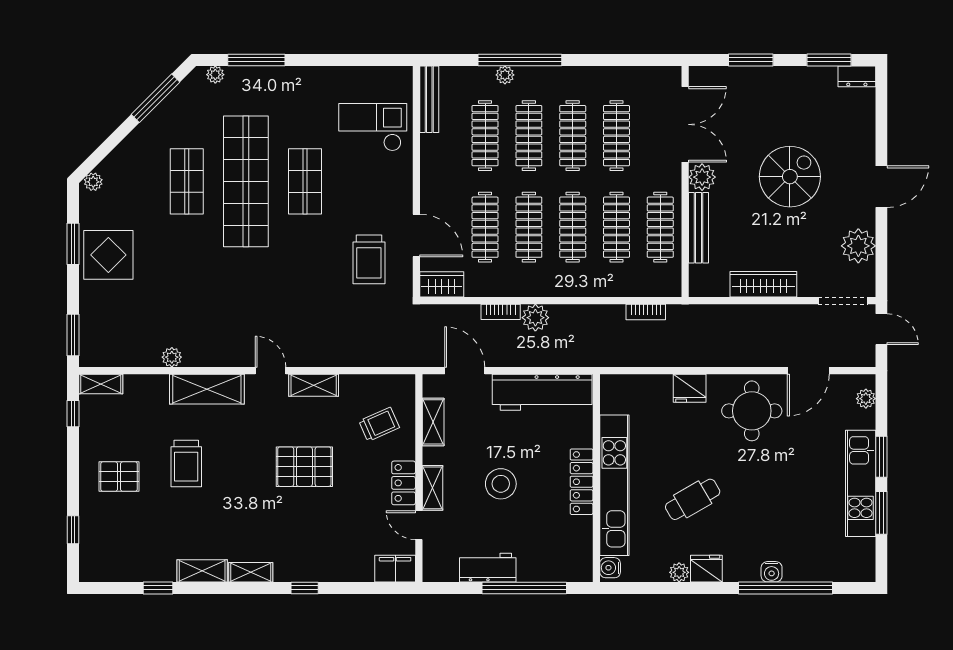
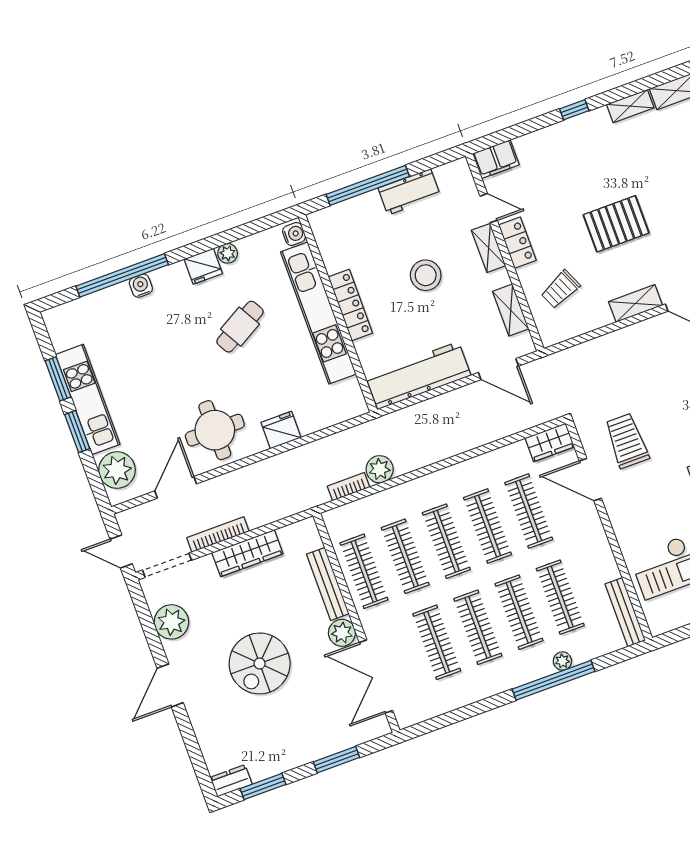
bookcase: (501, 312) -> (218, 535), moved, width x1.56
plant: (535, 318) -> (380, 469), moved
plant: (866, 399) -> (117, 470), width x1.88, depth x1.88

